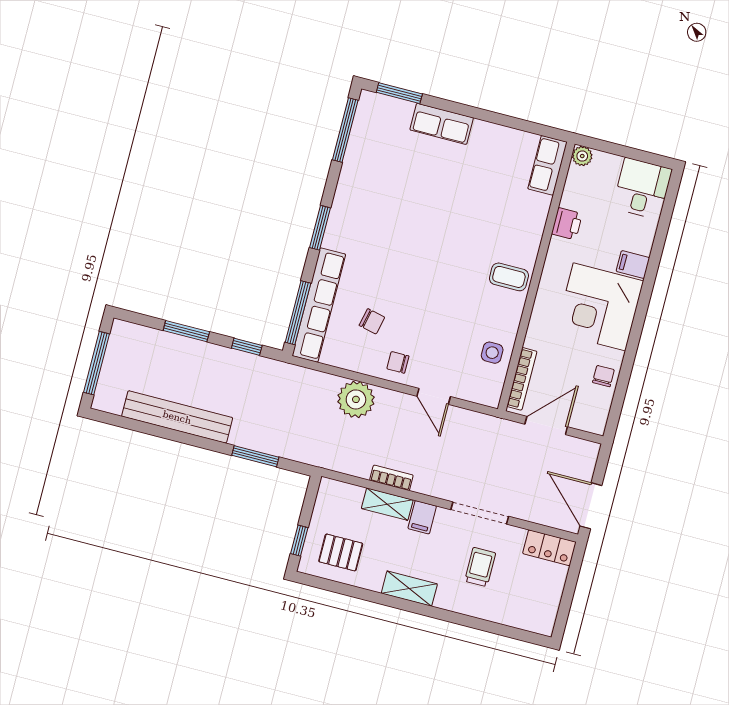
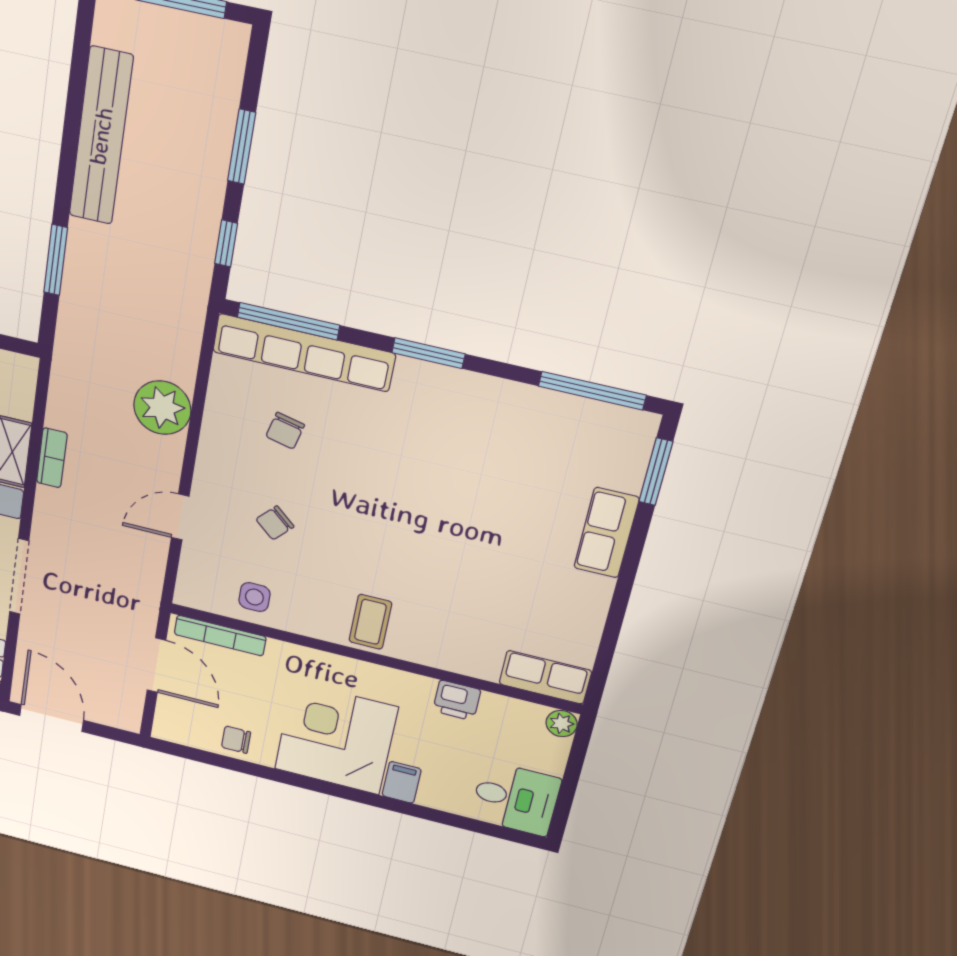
chair: (398, 362) -> (275, 523), moved, turned -138
chair: (603, 376) -> (236, 740), turned 180
door: (591, 506) -> (52, 718), hinge flipped

